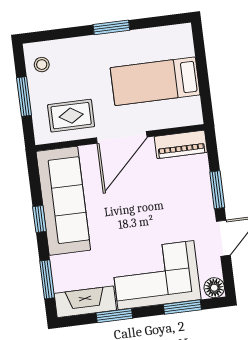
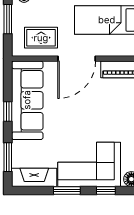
window: (182, 307) -> (106, 191), width x0.67
window: (114, 316) -> (67, 191), moved

